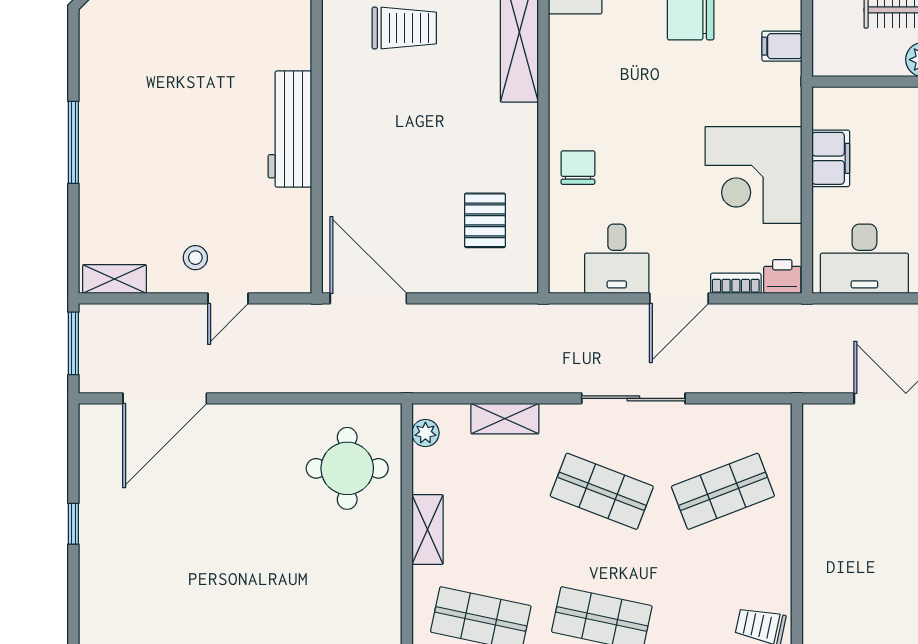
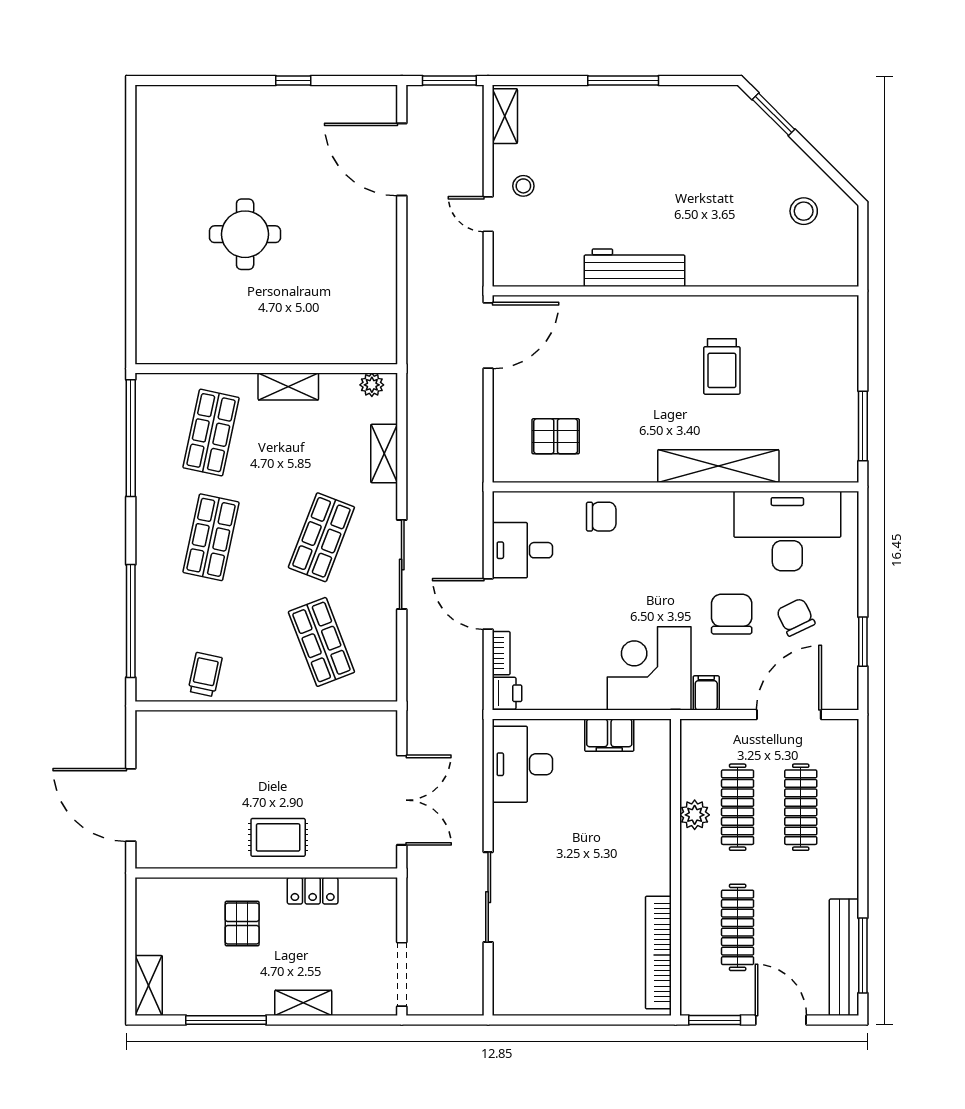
corner desk: (754, 175) -> (649, 668), moved
round table: (347, 468) -> (245, 234), moved

